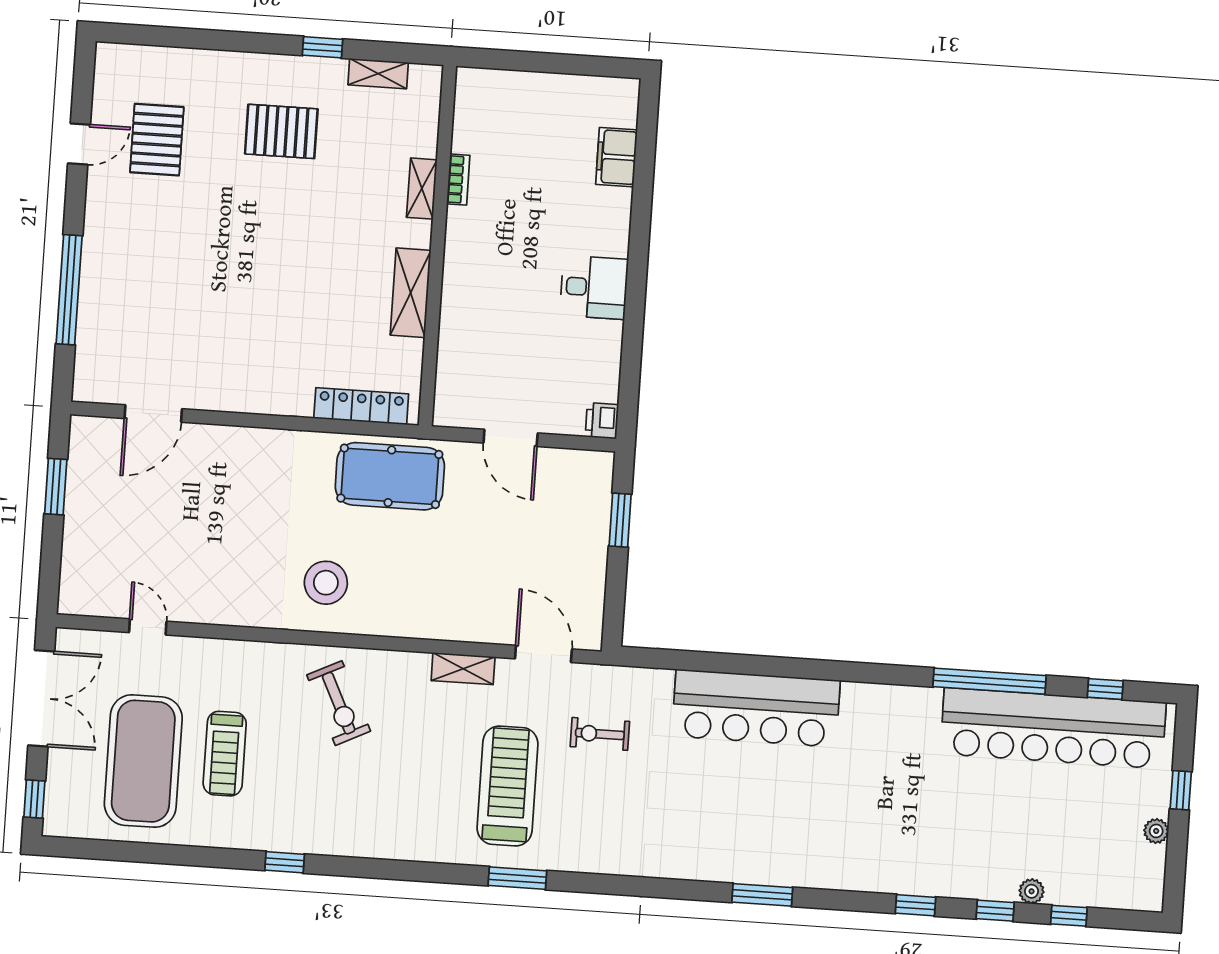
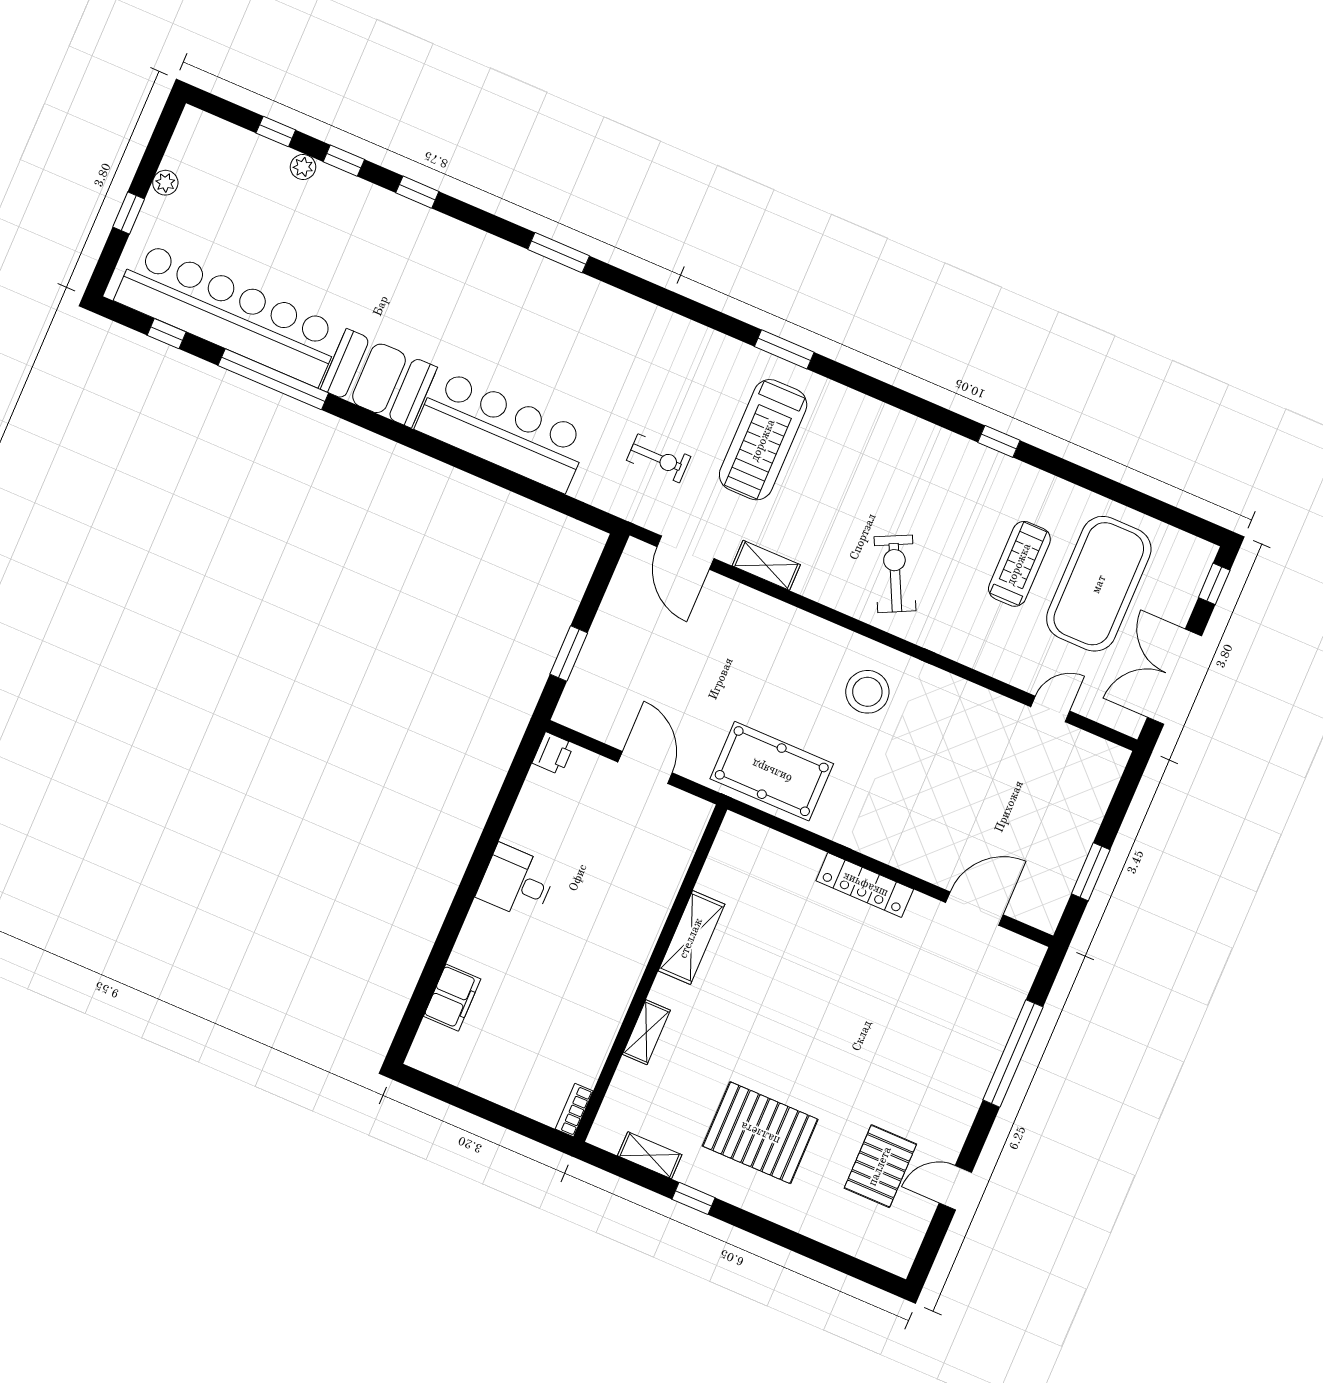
pallet: (281, 131) -> (760, 1133), width x1.37, depth x1.41
bookcase: (458, 180) -> (574, 1110), moved
locker: (361, 406) -> (865, 885), moved
door: (148, 627) -> (1050, 709), swing flipped
booth: (890, 717) -> (379, 378), added

